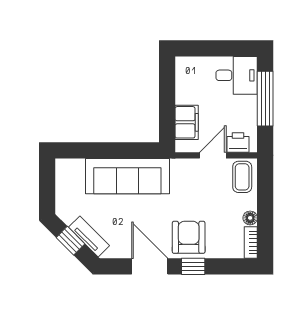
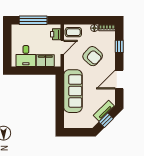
desk: (237, 75) -> (26, 56), moved, turned 180
door: (213, 155) -> (62, 47), swing flipped
armchair: (189, 237) -> (93, 56), moved, turned -139
window: (193, 266) -> (119, 46), moved

